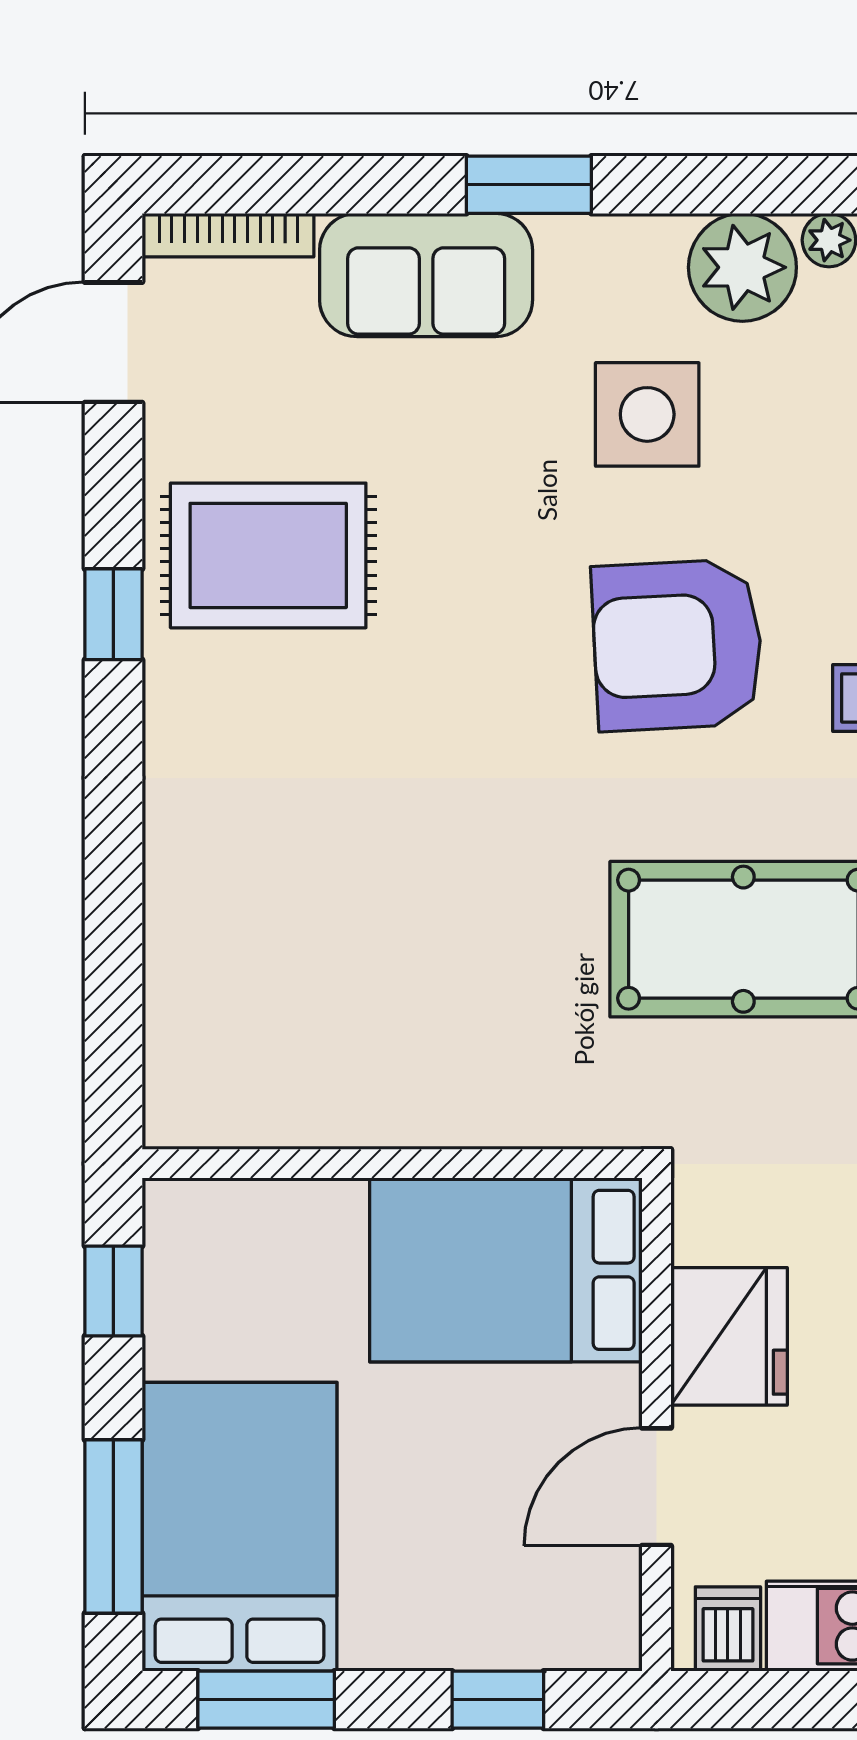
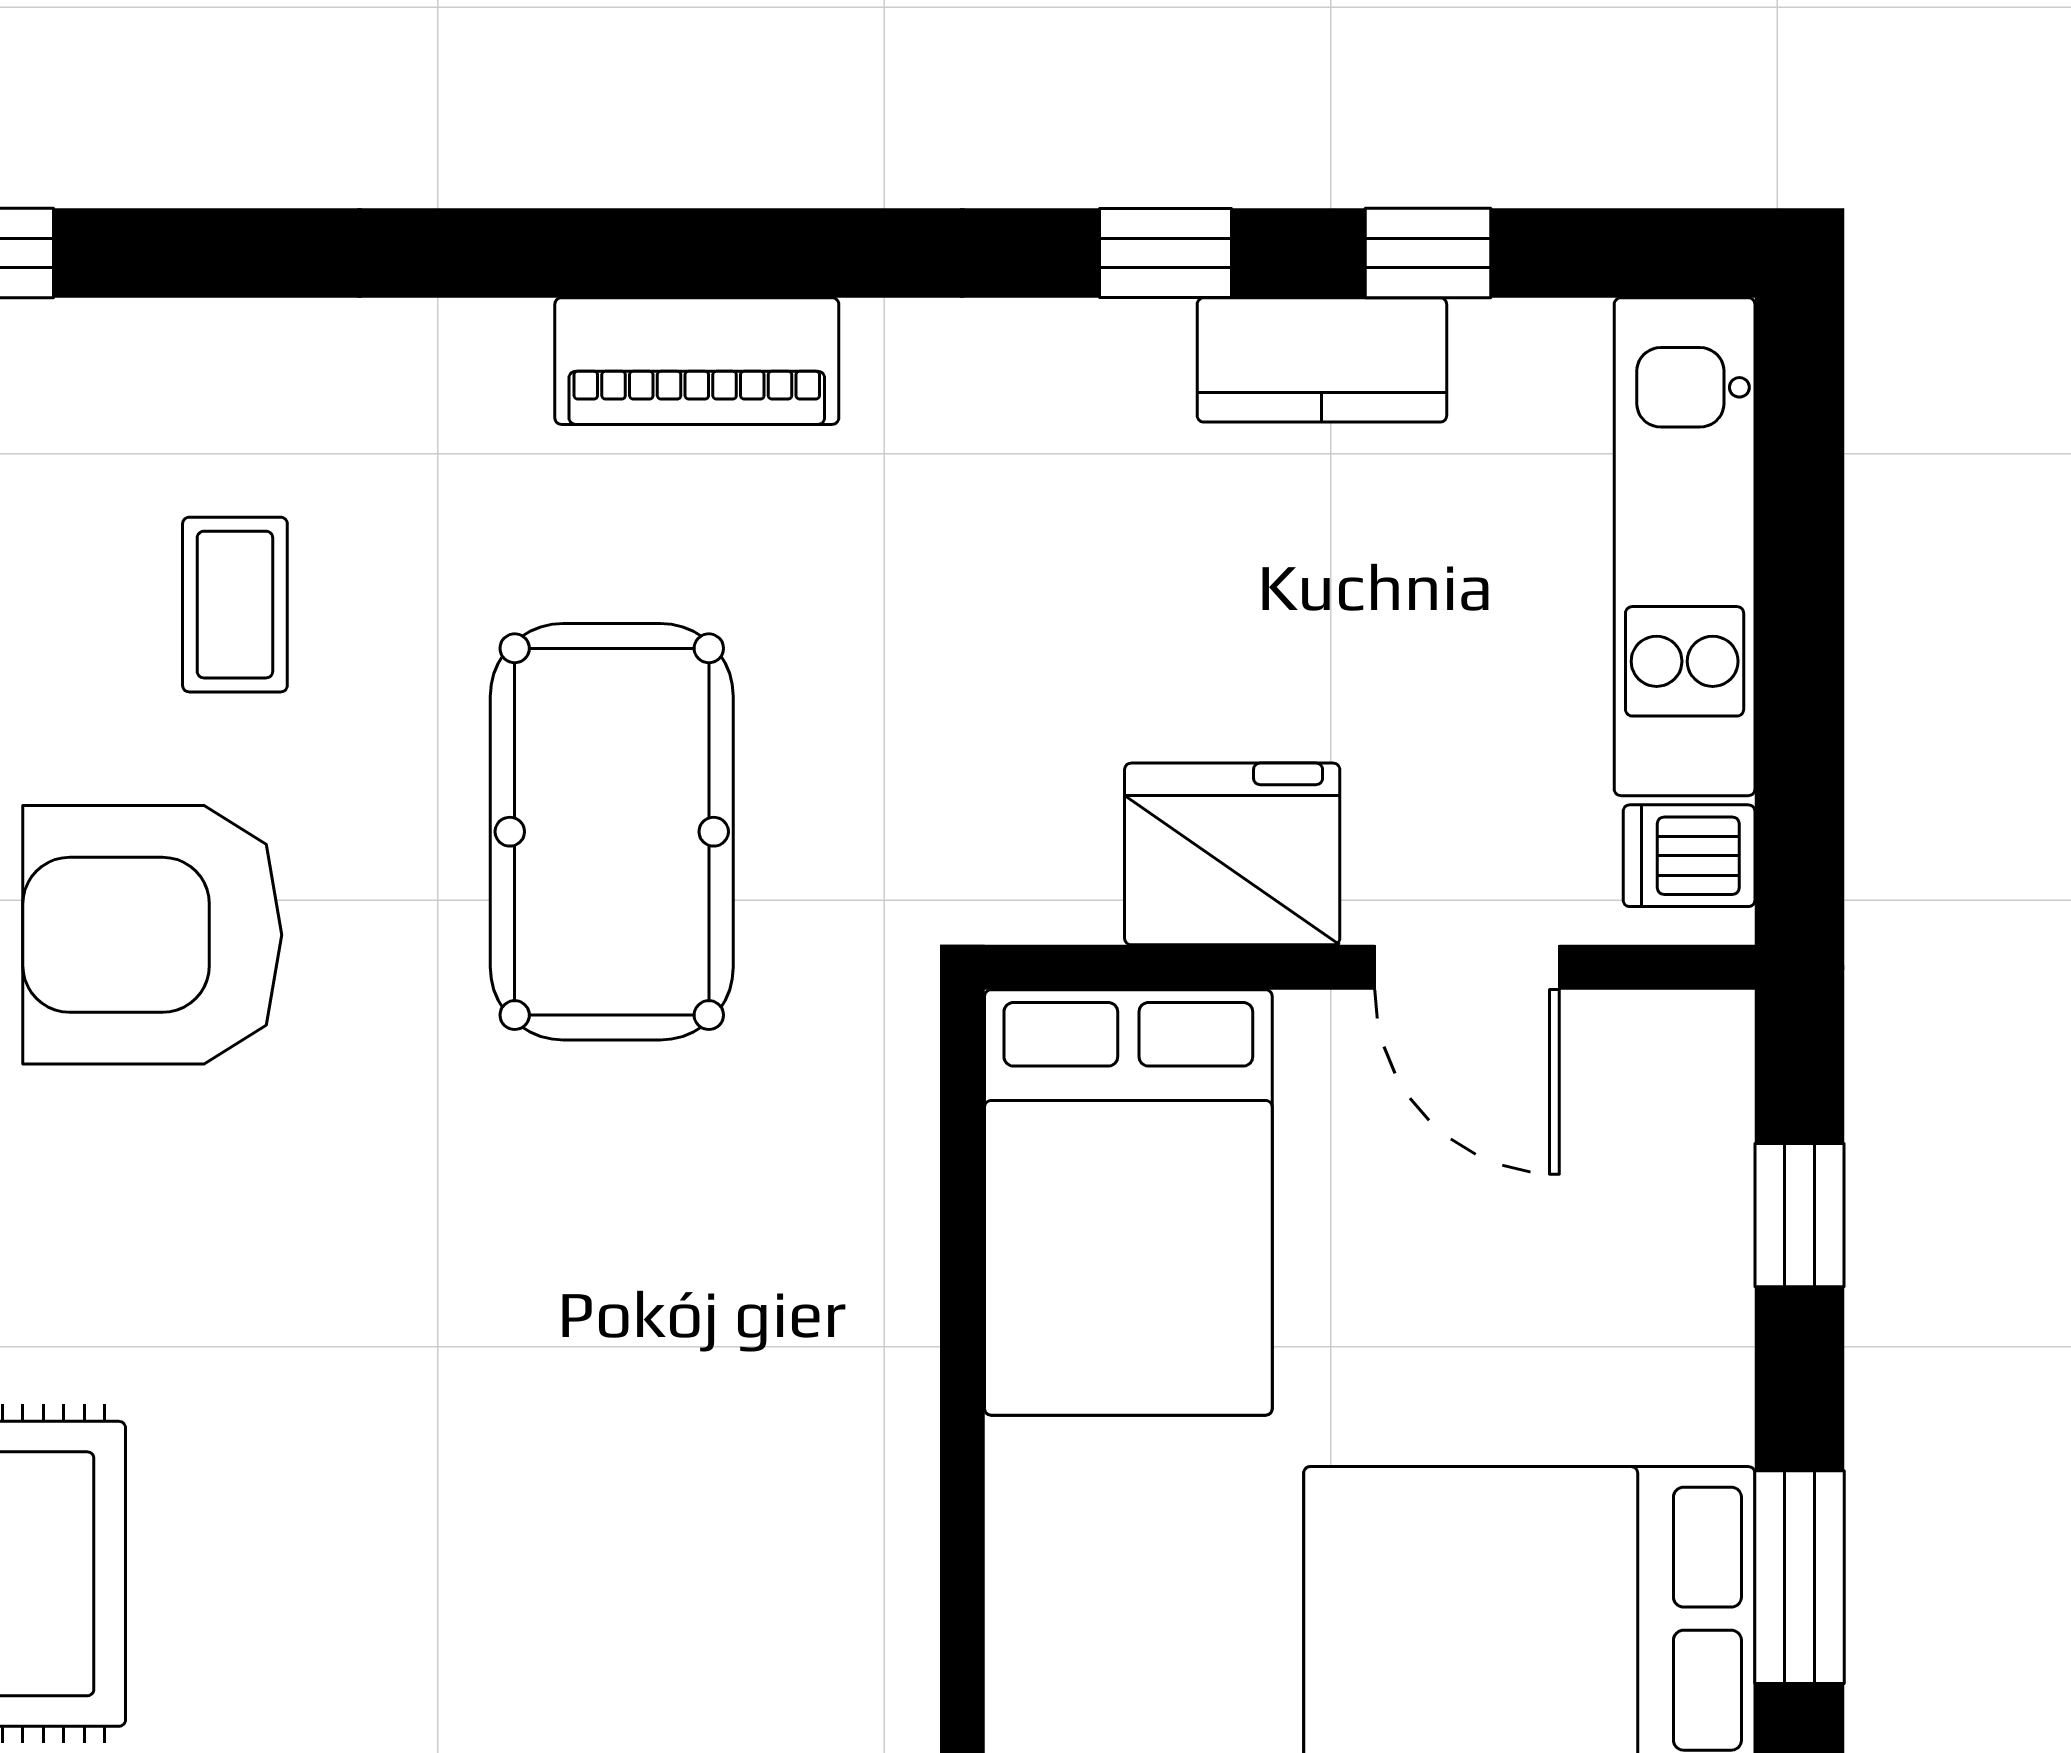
armchair: (677, 645) -> (152, 935), turned 93

